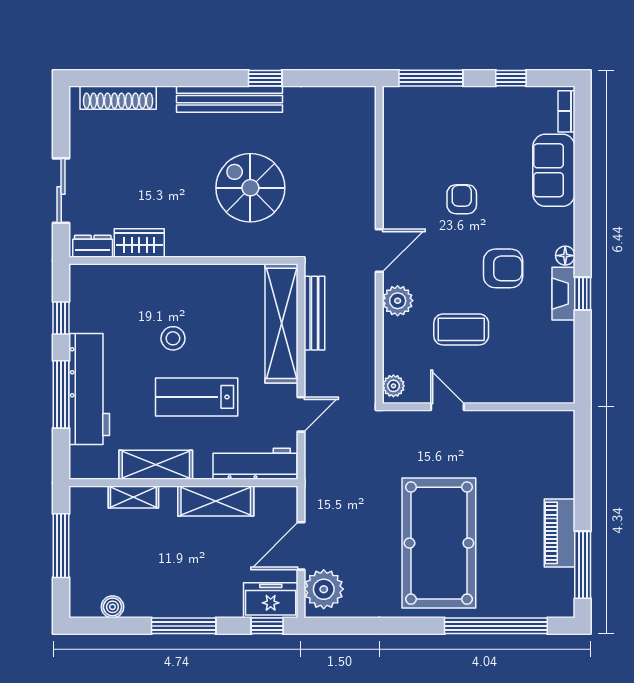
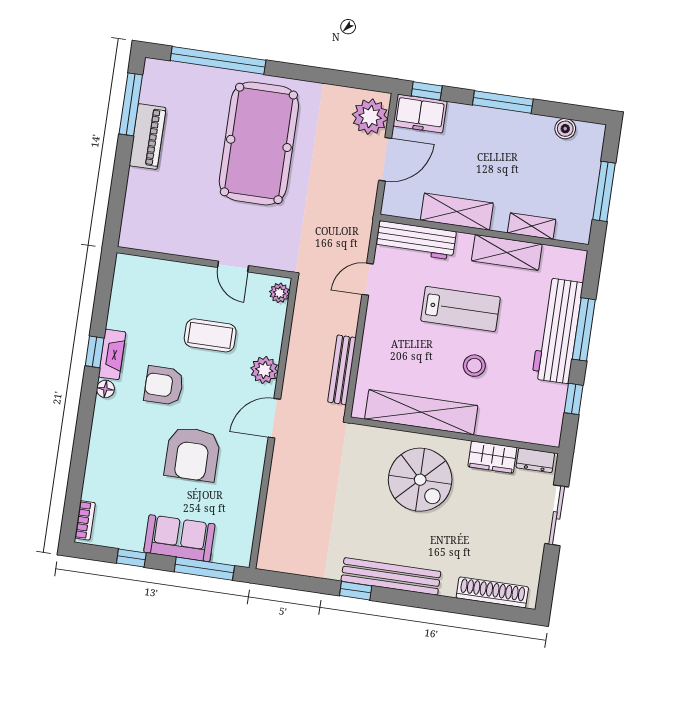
sofa: (554, 170) -> (179, 538), moved, turned -90
spiral stairs: (250, 188) -> (420, 480), moved
armchair: (462, 199) -> (192, 454), width x1.88, depth x1.88
shelving: (282, 323) -> (421, 412), moved, turned 90

